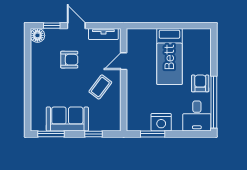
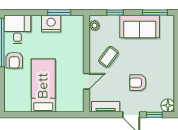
plant: (115, 120) -> (95, 25), added

